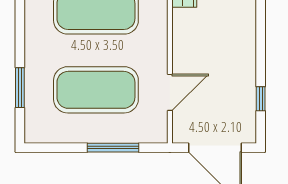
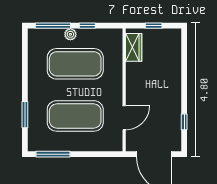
window: (113, 148) -> (53, 154), moved

